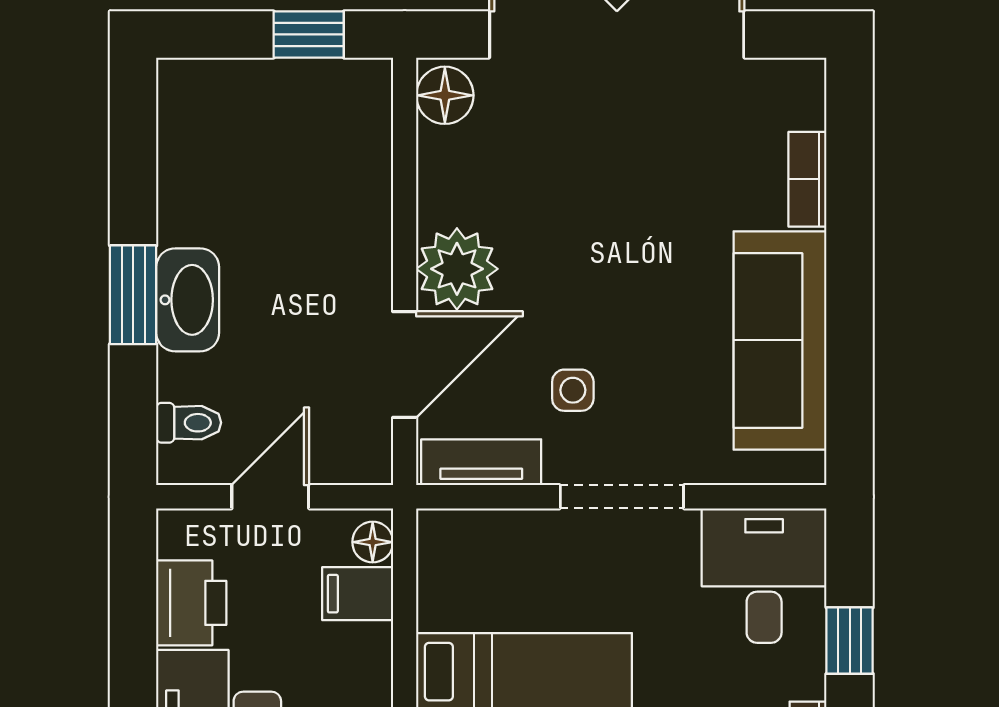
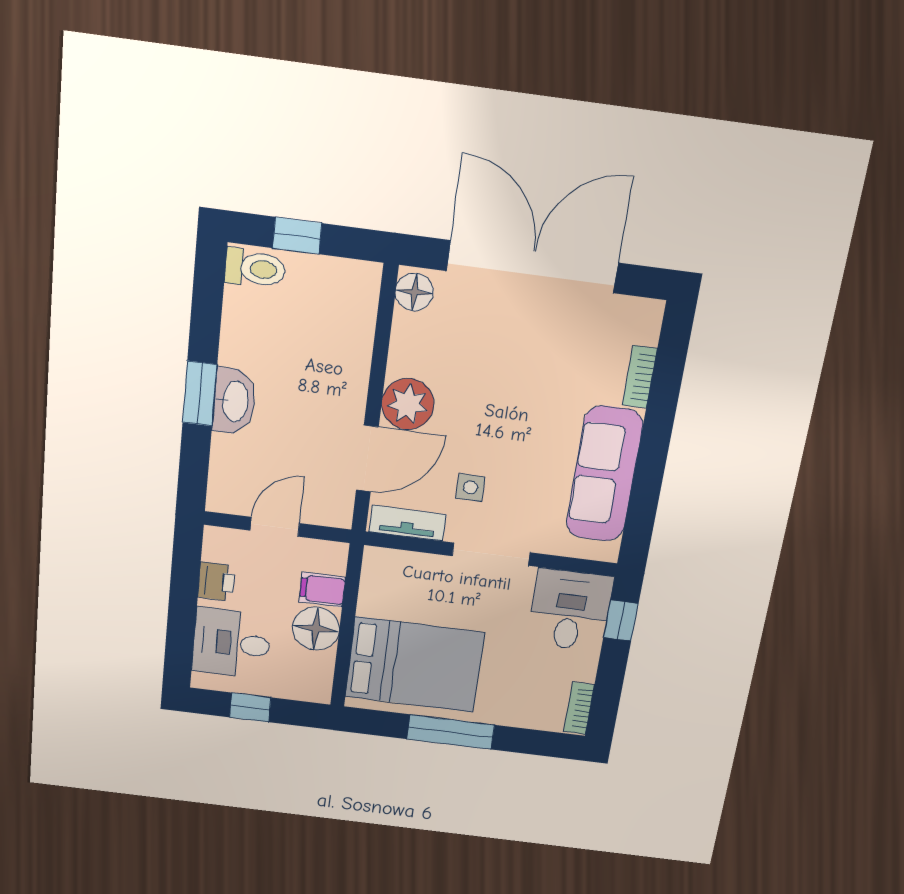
window: (309, 34) -> (297, 236), moved
toilet: (189, 423) -> (255, 268), moved, width x1.37, depth x1.39
floor lamp: (373, 542) -> (316, 629), moved, width x1.89, depth x1.89
printer: (191, 603) -> (216, 582), width x0.73, depth x0.81
window: (850, 641) -> (621, 620), moved

